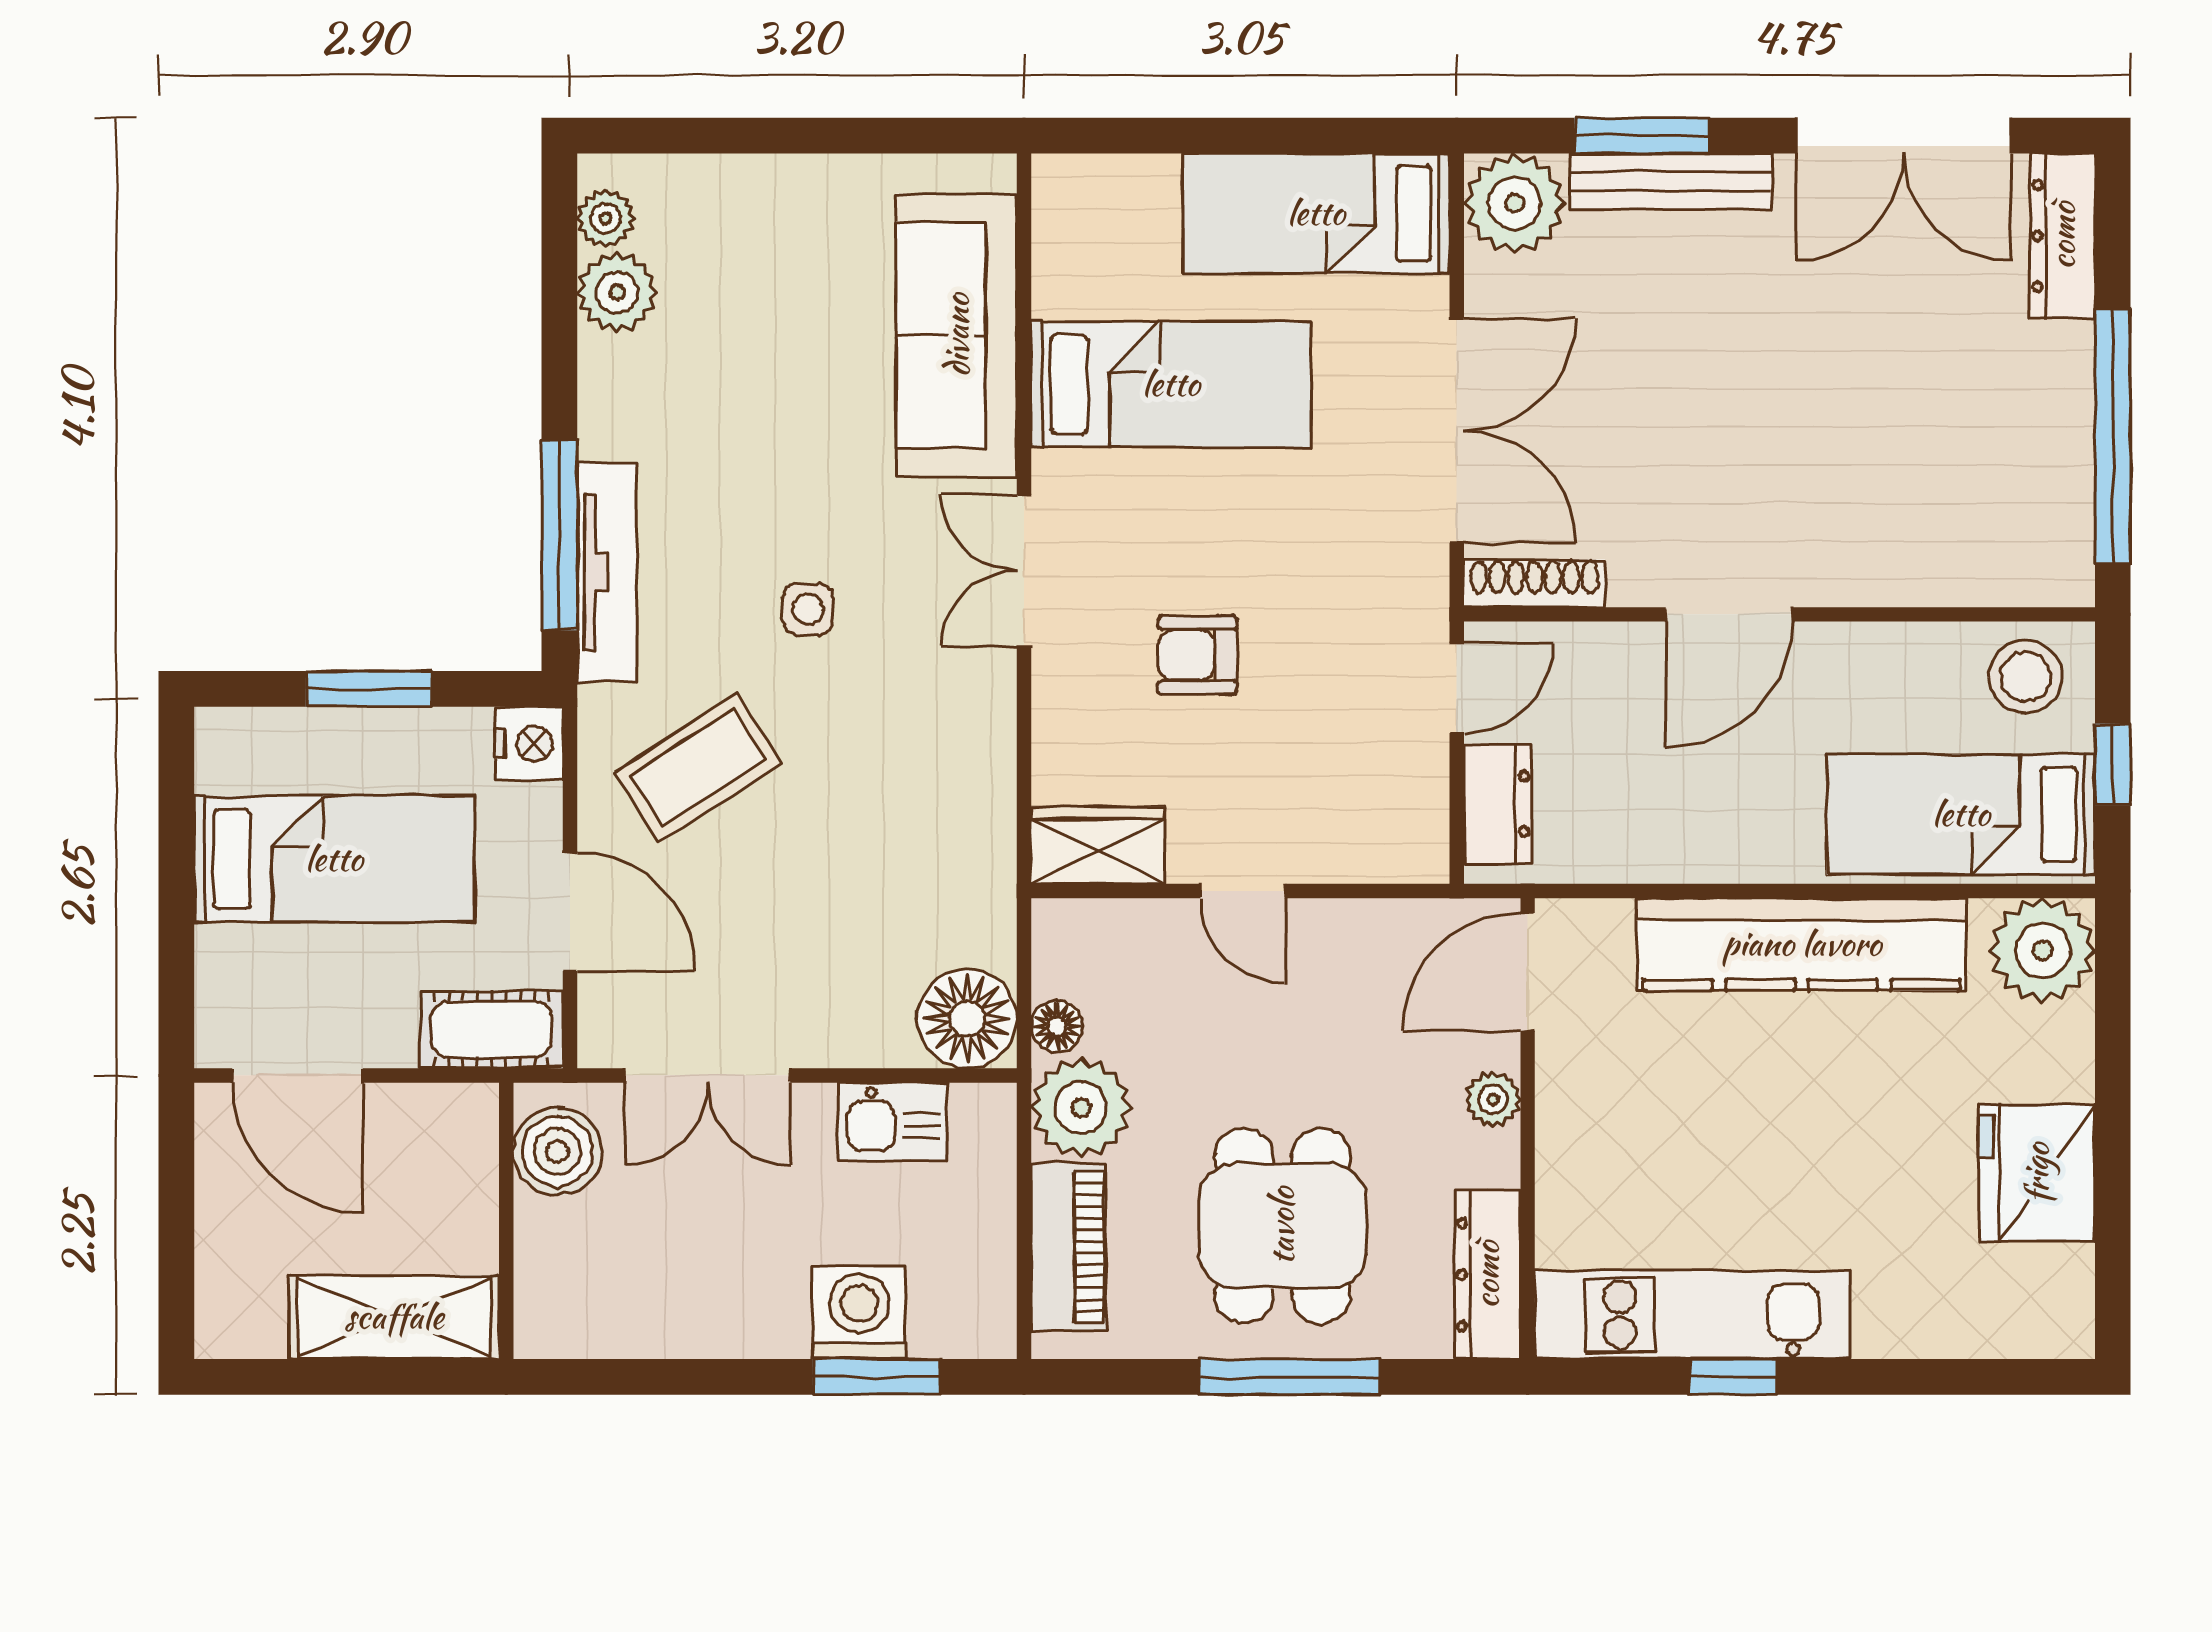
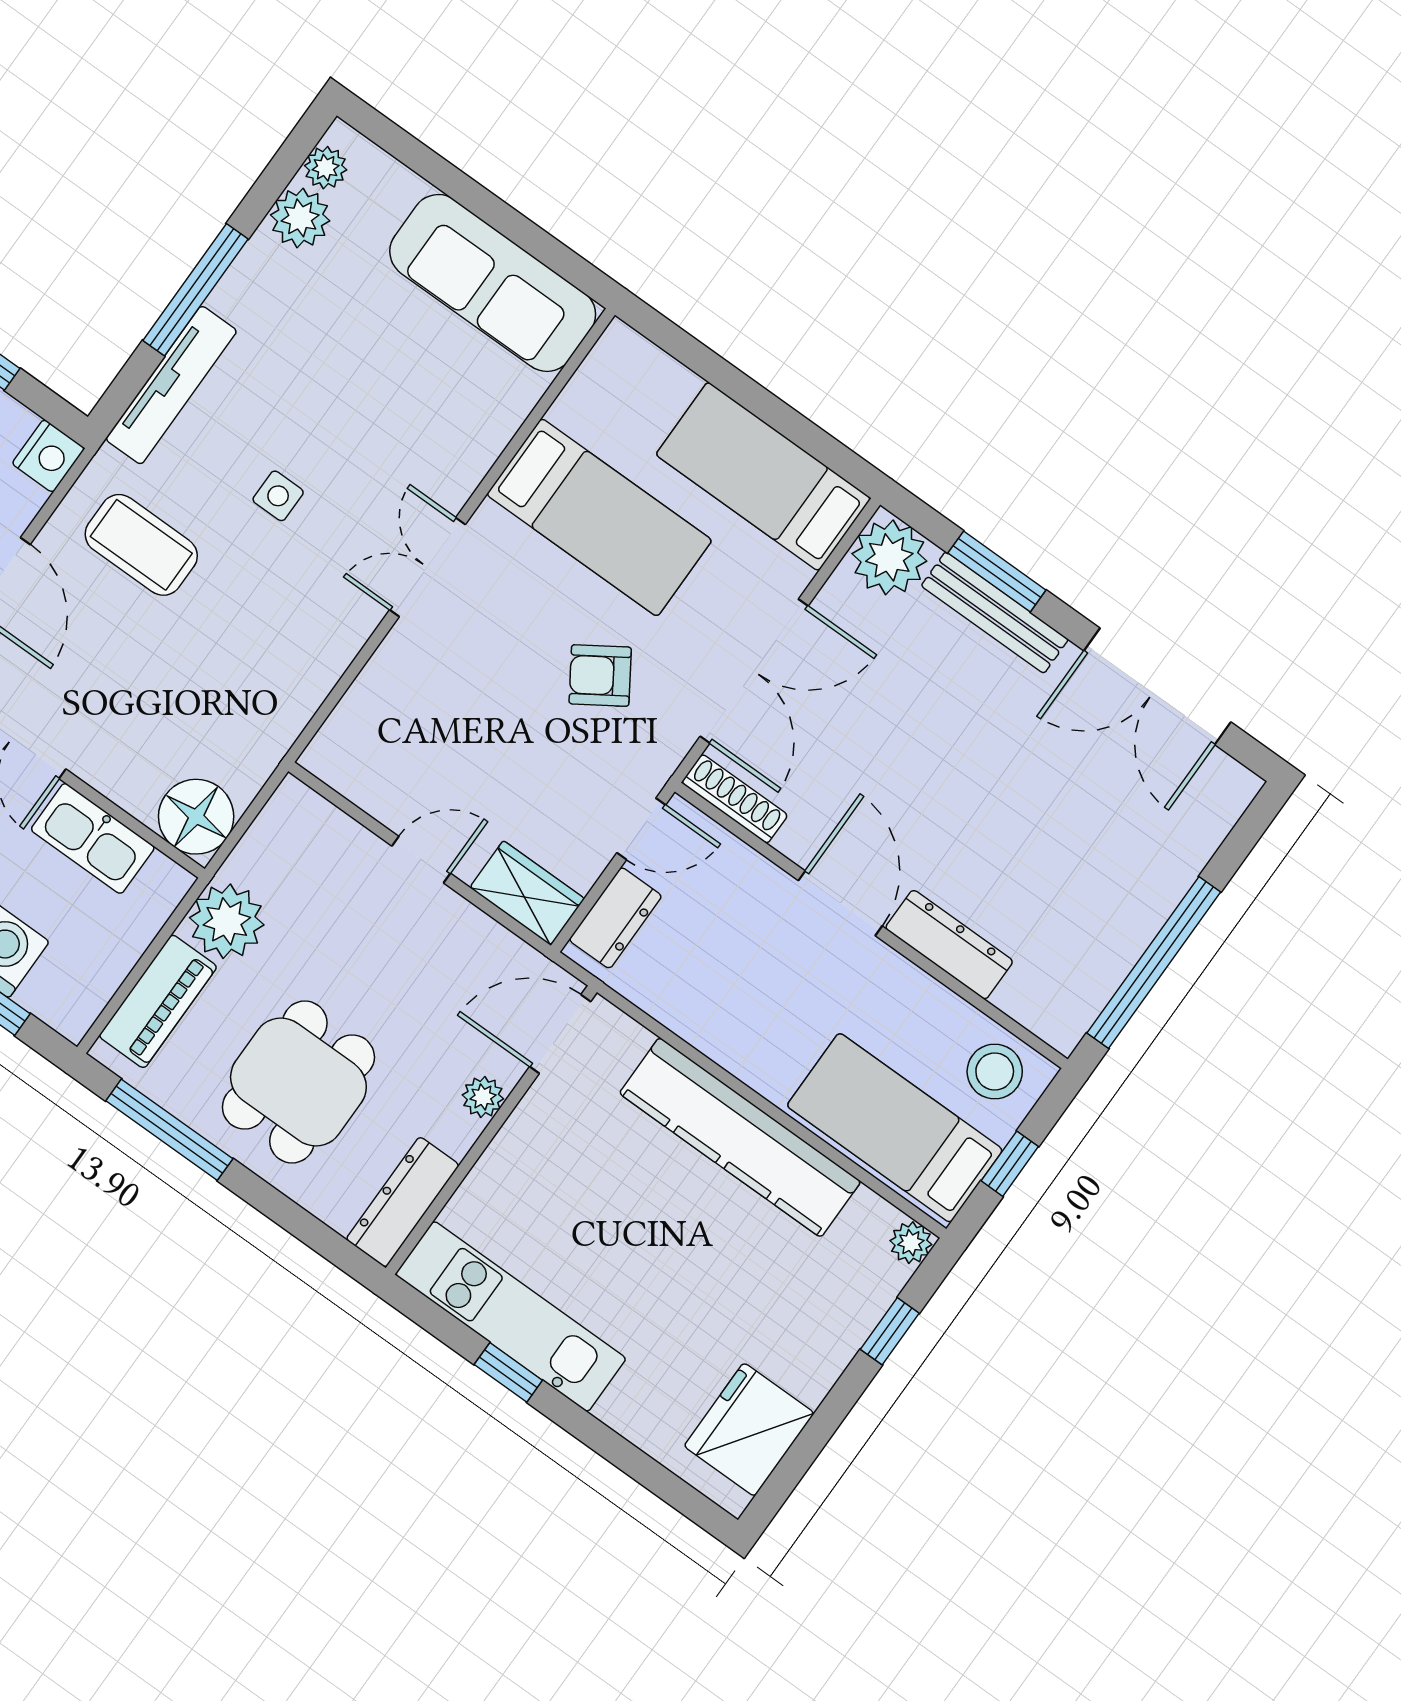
dresser: (2063, 236) -> (949, 945), moved, turned 90
sofa: (957, 335) -> (493, 283), moved, turned -90
window: (559, 535) -> (195, 290), moved
door: (1729, 614) -> (840, 903), swing flipped
armchair: (1198, 655) -> (600, 676), moved, turned -33
coffee table: (698, 768) -> (141, 545), turned 33
wardrobe: (1098, 845) -> (527, 893), moved
door: (1243, 891) -> (421, 860), swing flipped
plant: (2043, 950) -> (911, 1243), width x0.53, depth x0.53
floor lamp: (1057, 1026) -> (248, 861), removed
window: (2113, 1038) -> (890, 1331), added
kitchen sink: (893, 1122) -> (93, 838), width x1.38
fridge: (2037, 1173) -> (749, 1430), moved
window: (1290, 1377) -> (169, 1130), moved

